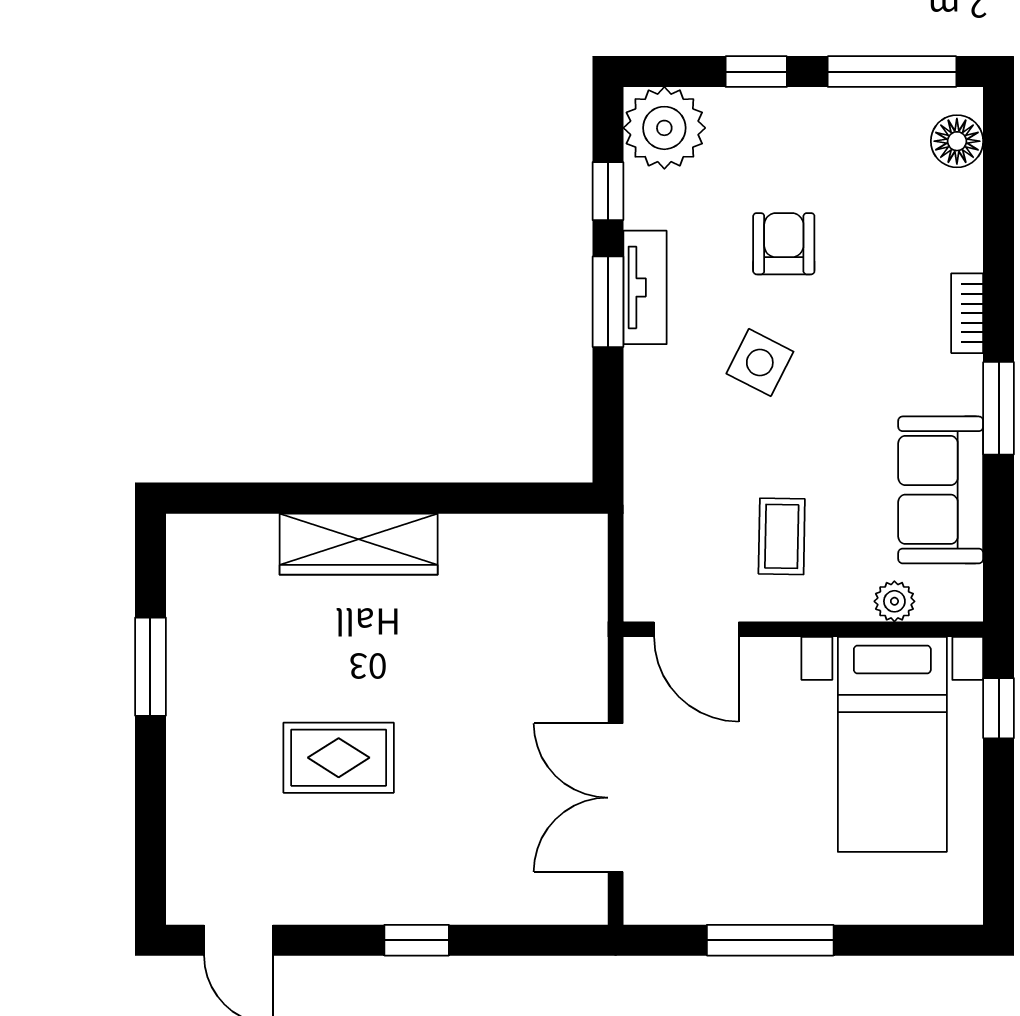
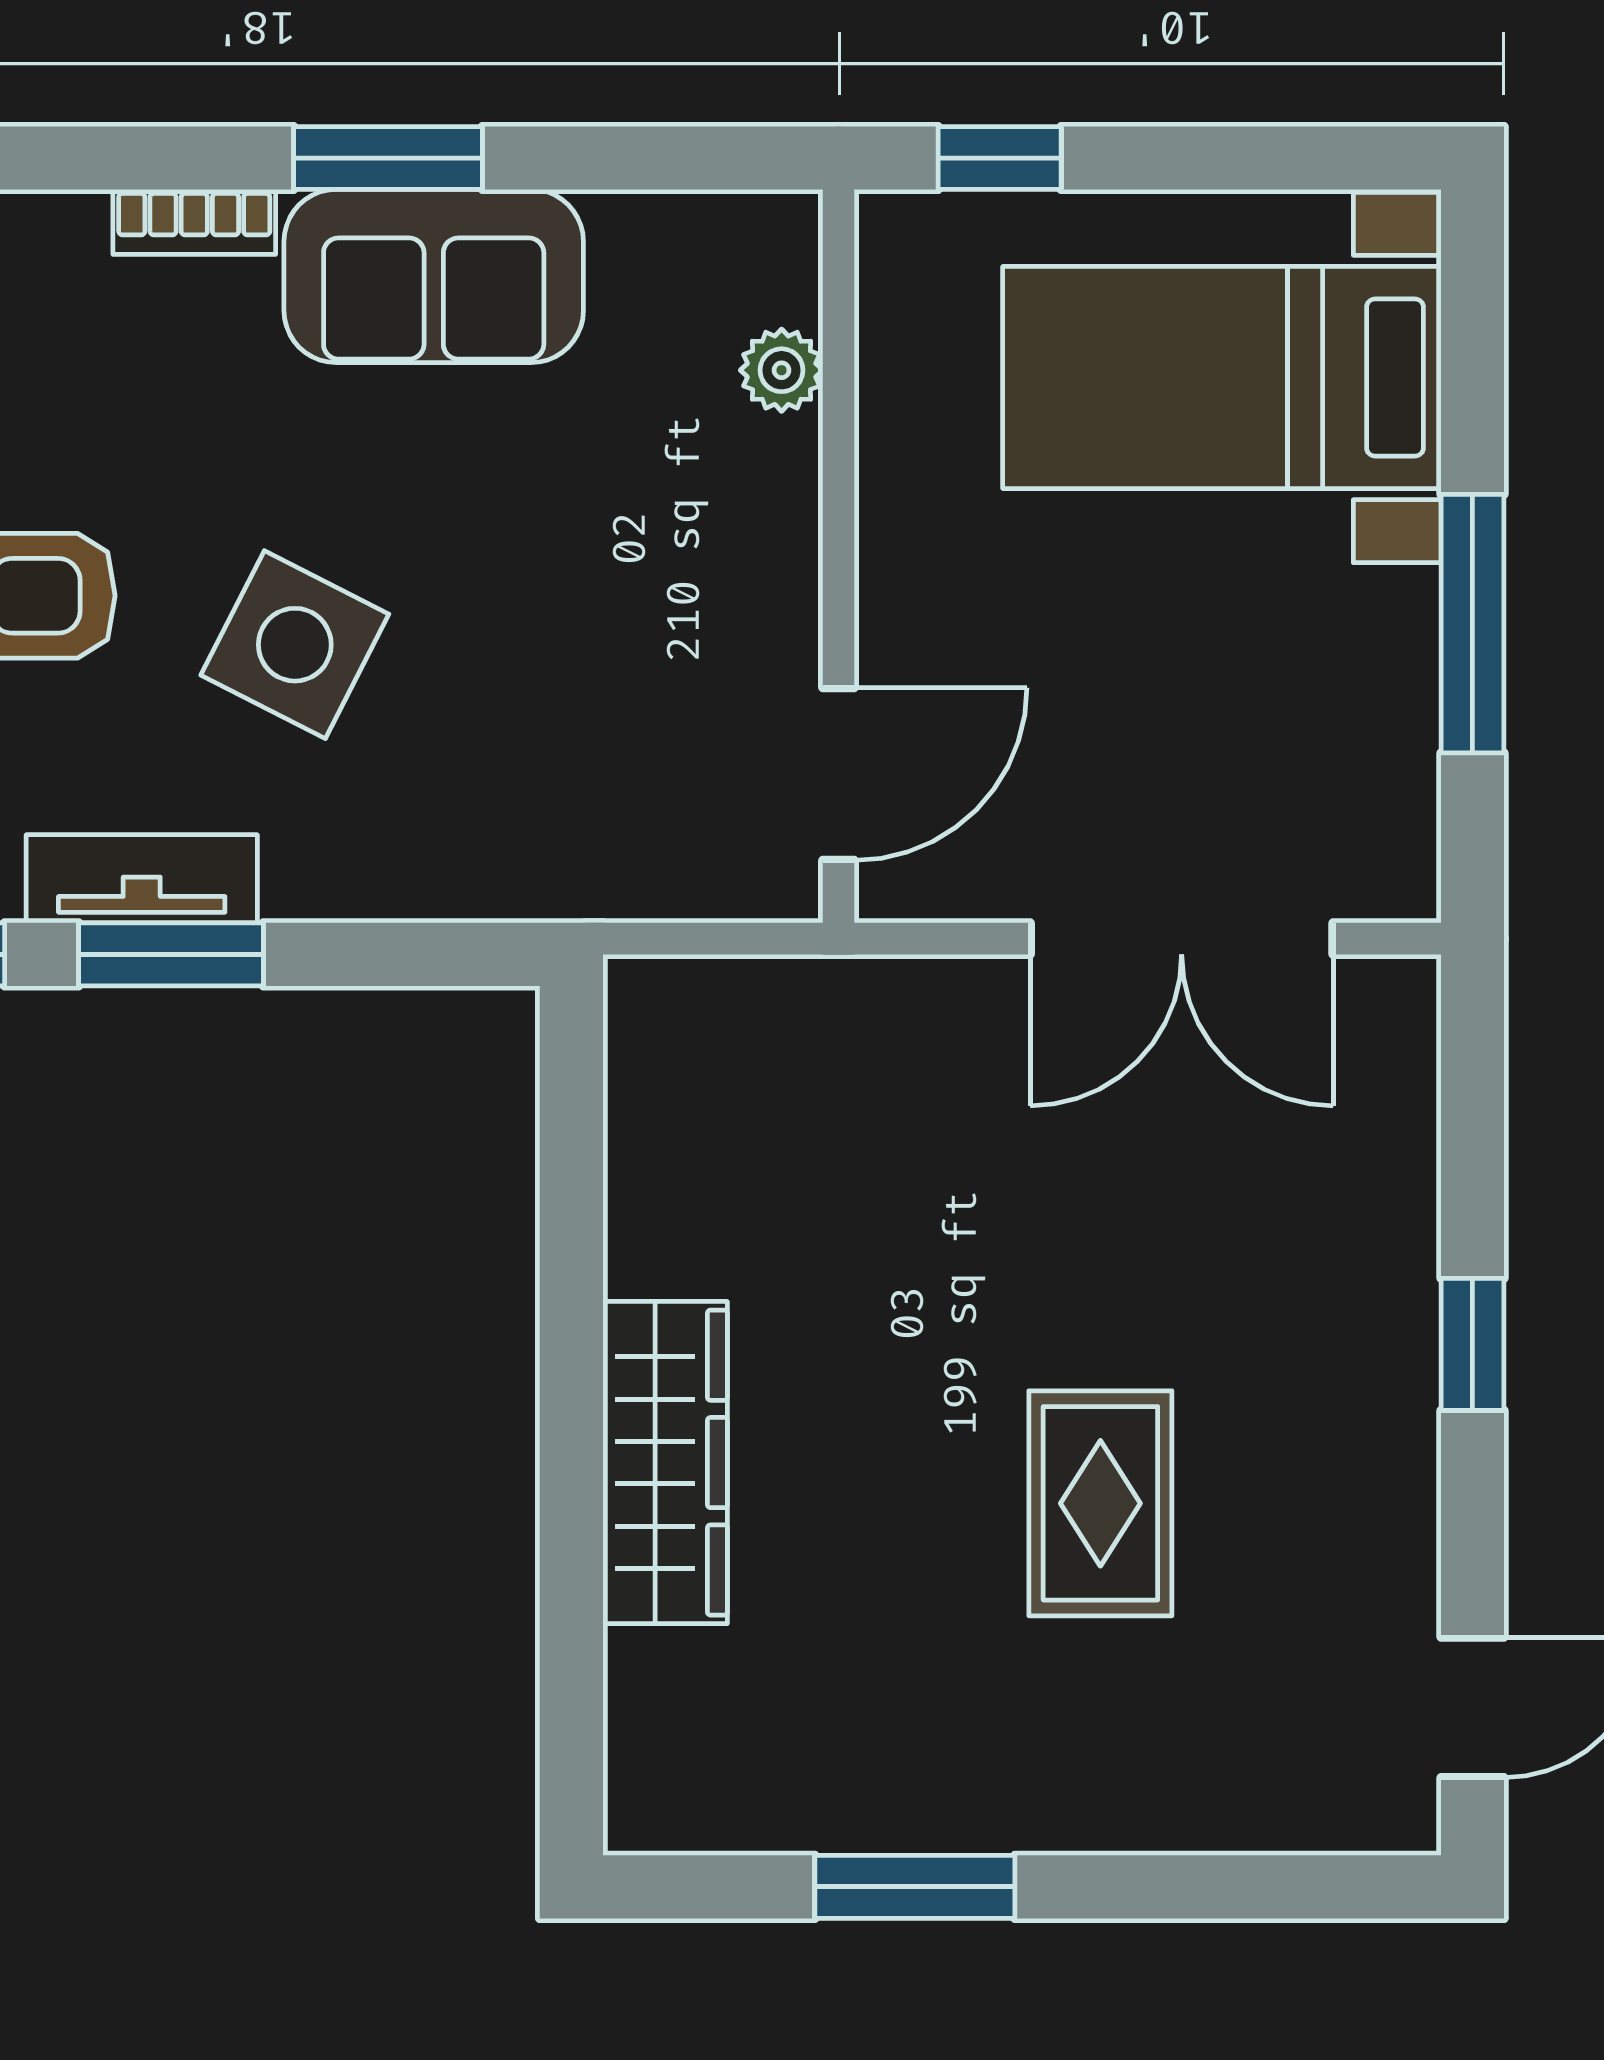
side table: (760, 363) -> (295, 645), width x1.37, depth x1.37
sofa: (941, 490) -> (434, 276), moved
coffee table: (782, 536) -> (649, 600), removed
bed with nightstands: (892, 744) -> (1222, 377), moved, turned 180

